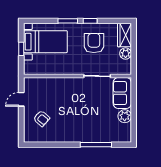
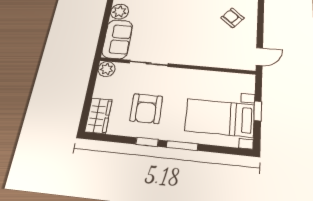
plant: (126, 54) -> (107, 69), moved
door: (21, 99) -> (259, 57), moved

